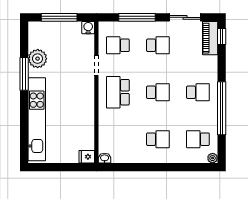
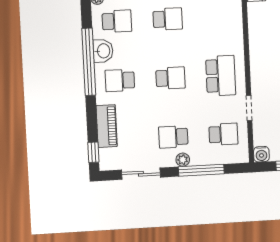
plant: (151, 27) -> (183, 160), added
piano: (210, 38) -> (107, 126), moved
school desk: (158, 92) -> (170, 78), turned 180
washbasin: (210, 116) -> (103, 51), added
school desk: (158, 139) -> (168, 19), turned 180

